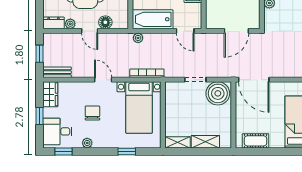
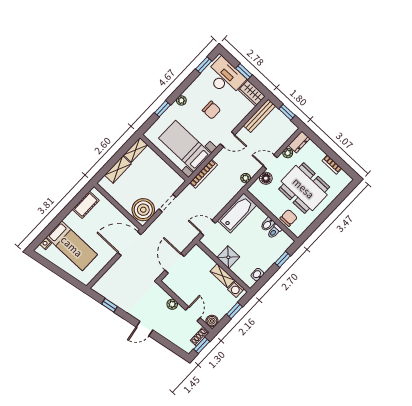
plant: (138, 38) -> (246, 178), moved
bench: (57, 72) -> (259, 116), width x1.36
desk: (57, 131) -> (225, 77), width x1.37
plant: (87, 143) -> (181, 100), moved

